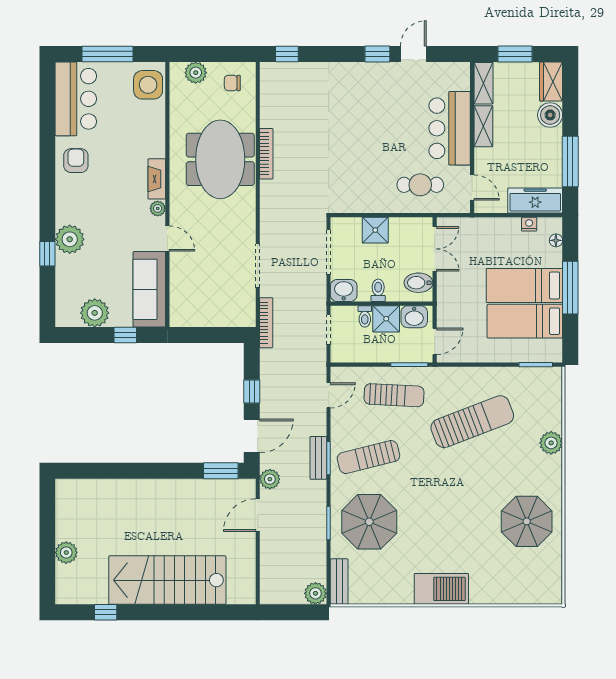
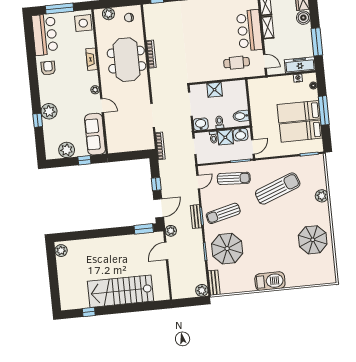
fireplace: (157, 179) -> (92, 59), moved
double door: (435, 249) -> (248, 97), removed
plant: (66, 553) -> (61, 251), moved

